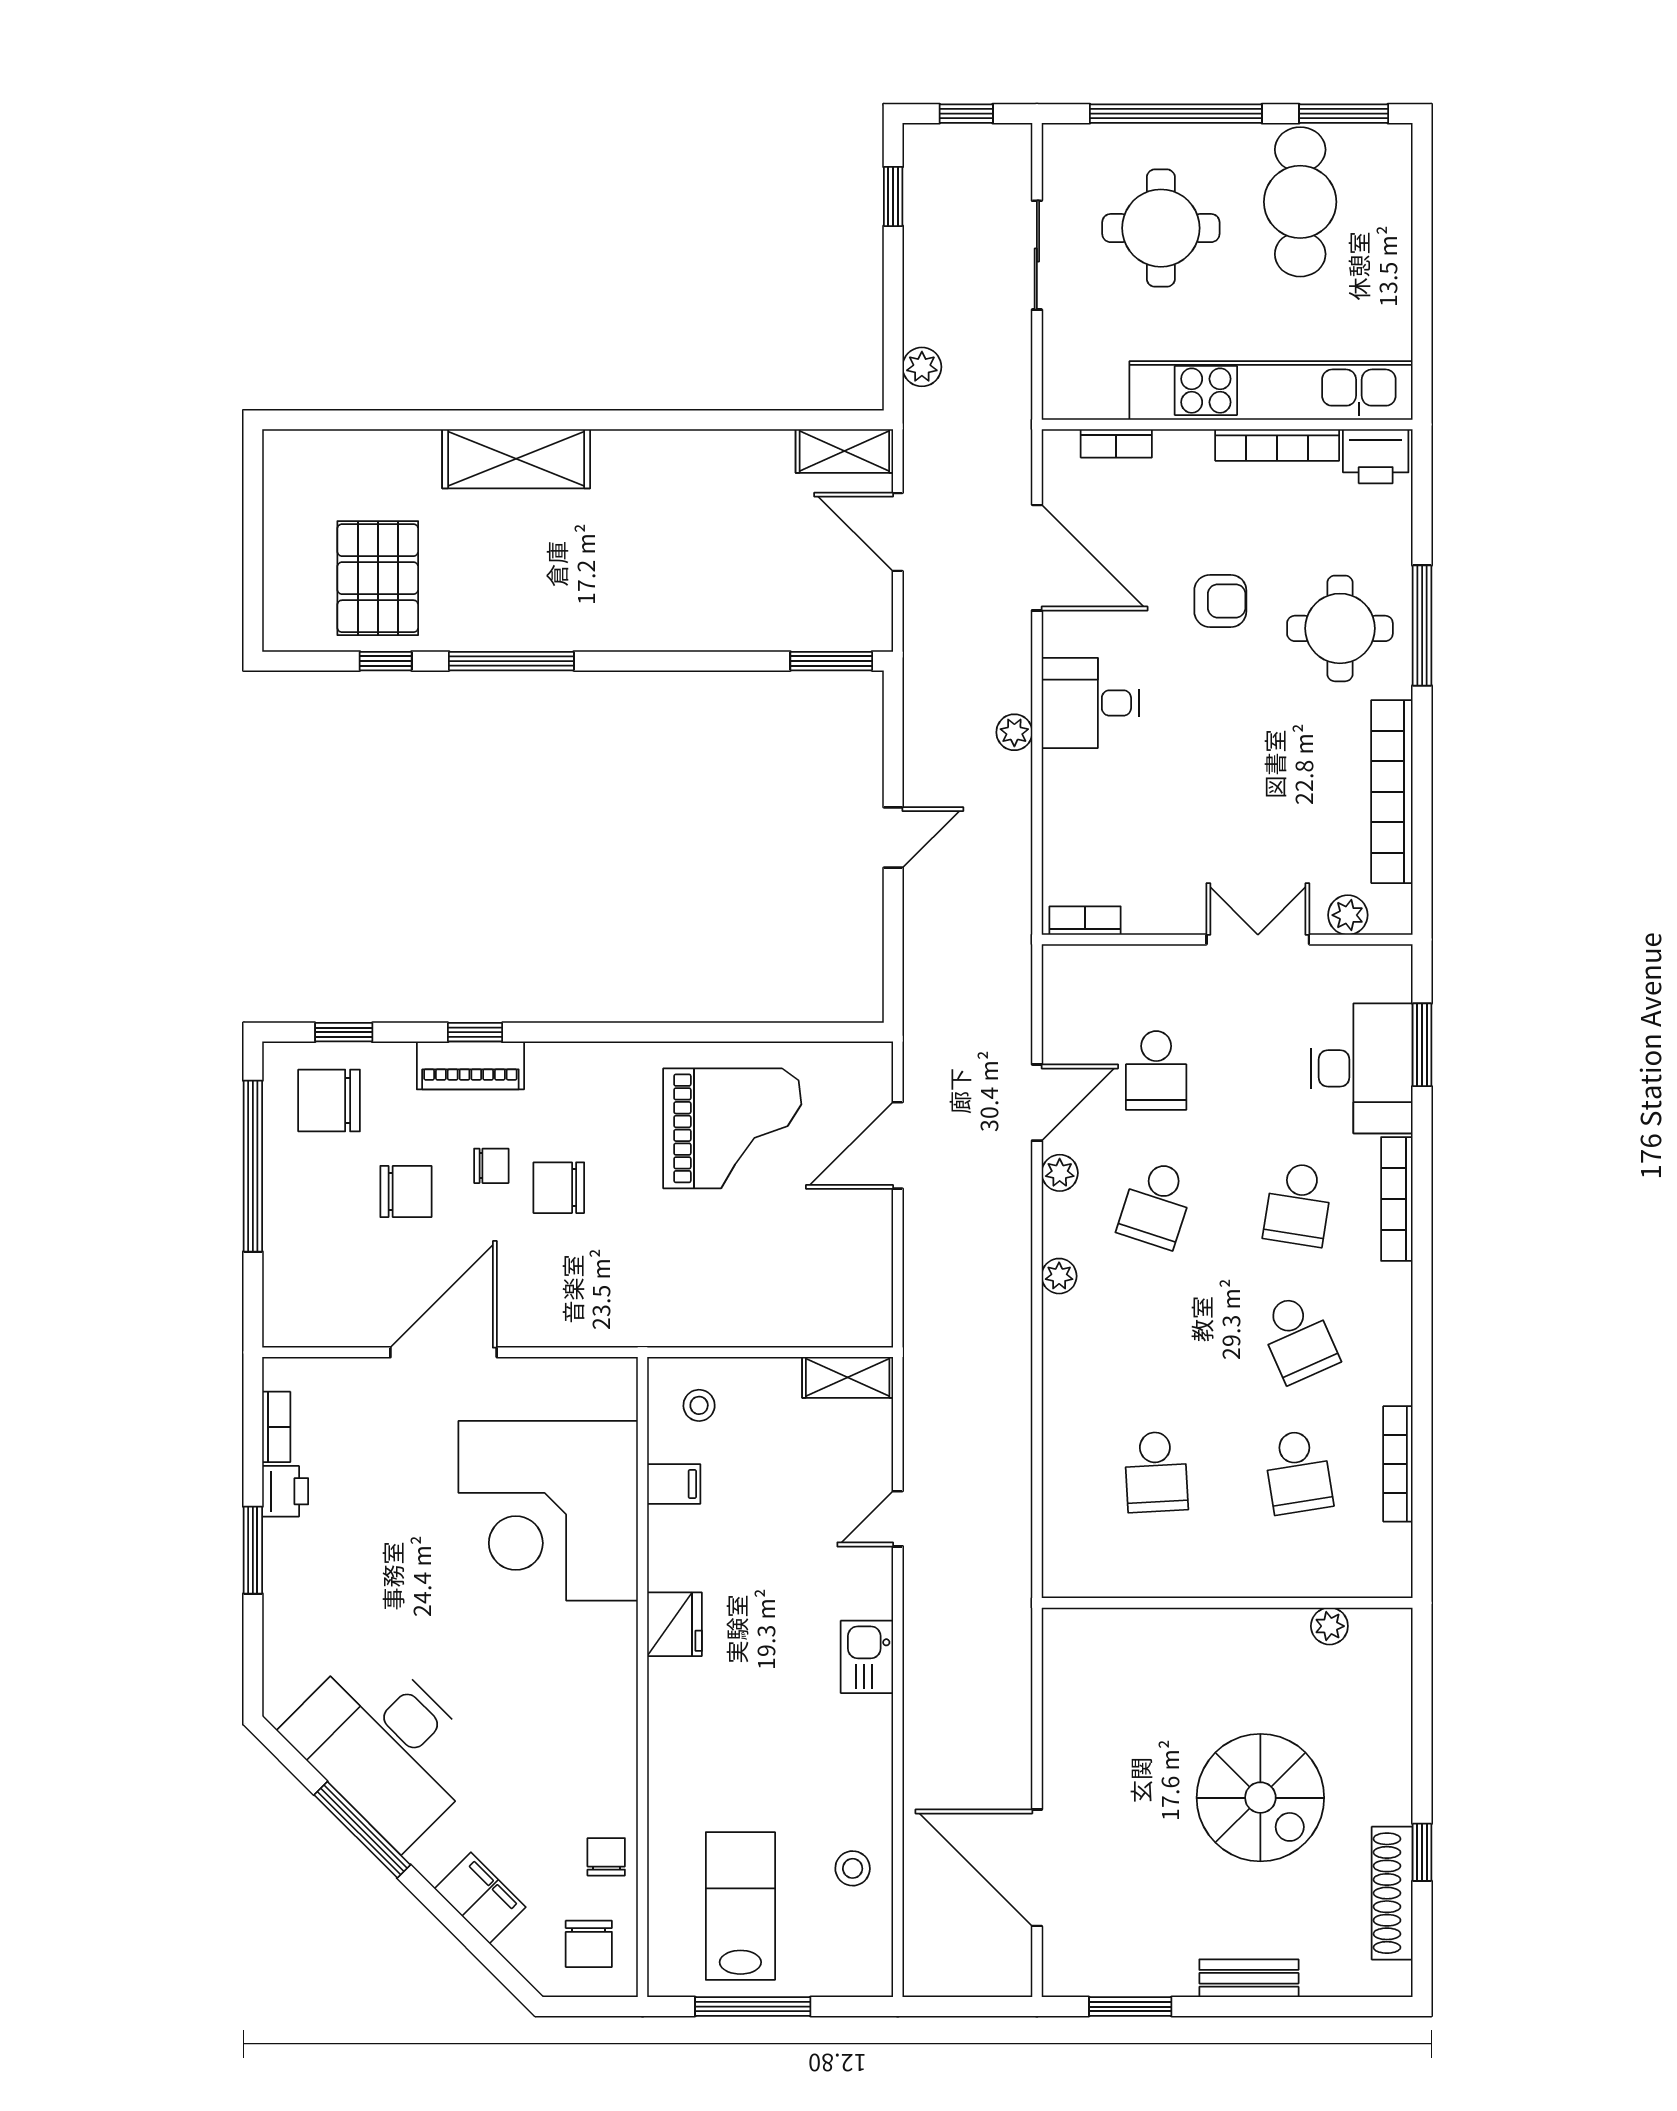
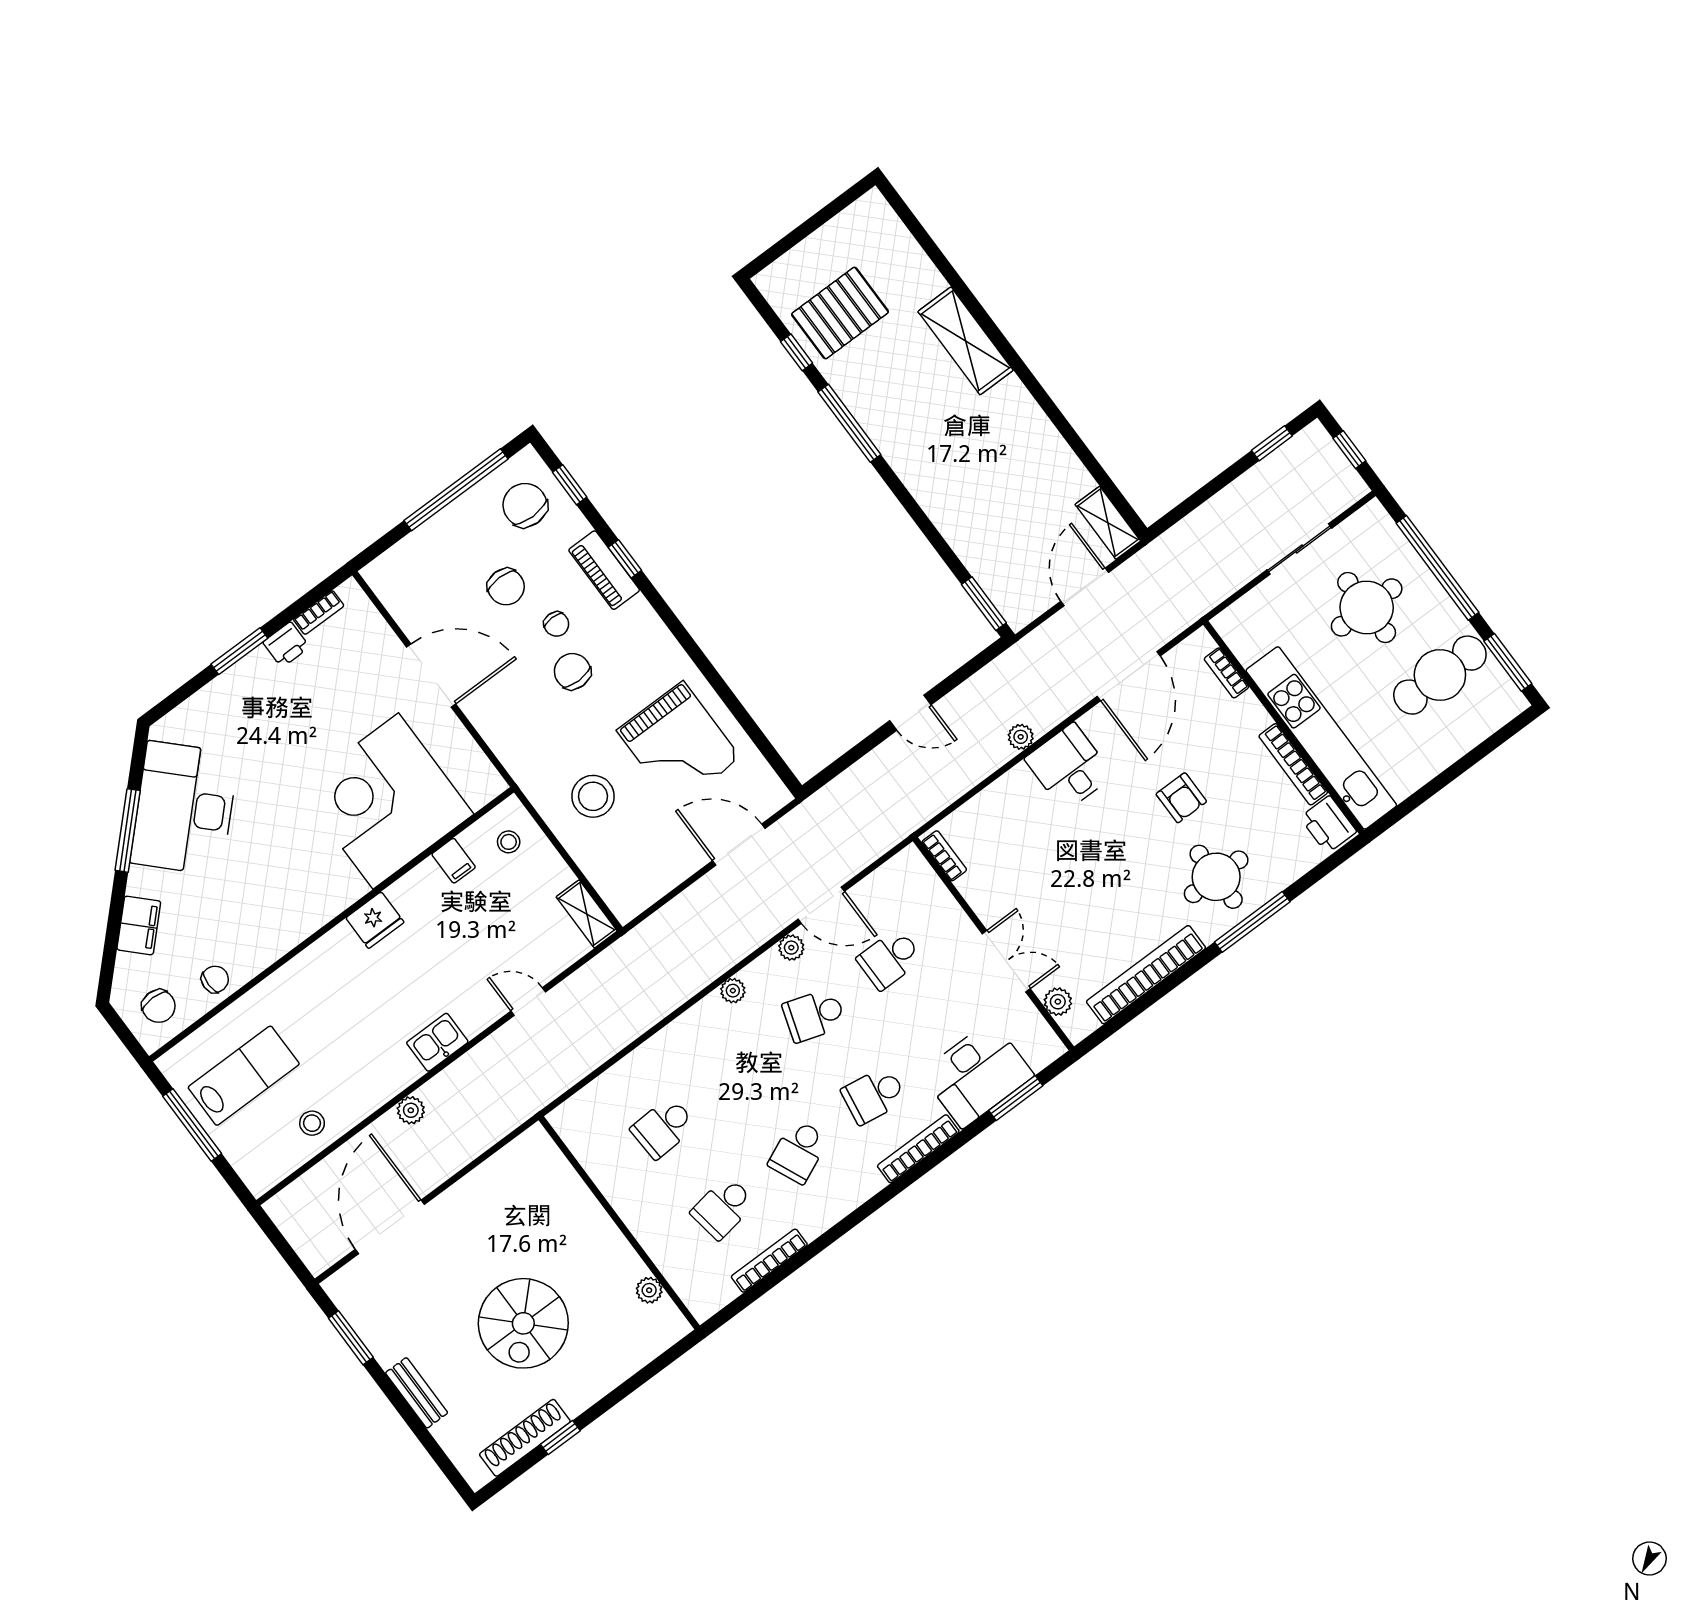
plant: (922, 367) -> (411, 1110), moved
stool: (719, 1270) -> (593, 796), added
chair: (589, 1944) -> (159, 1006), turned -90

